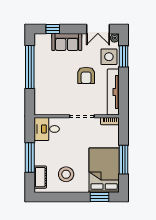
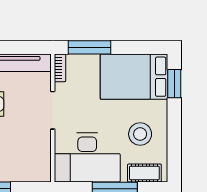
desk: (47, 129) -> (87, 158), width x1.87, depth x1.30
window: (124, 160) -> (89, 47), moved

